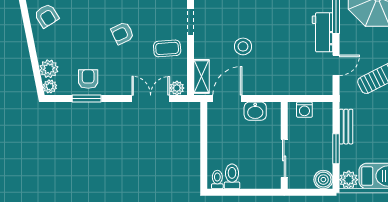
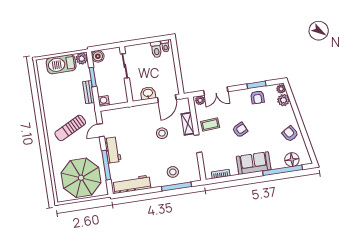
shelving: (201, 76) -> (188, 124), moved
washing machine: (304, 110) -> (104, 101), moved

